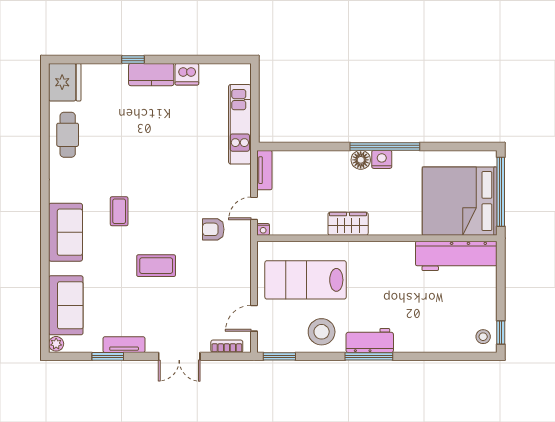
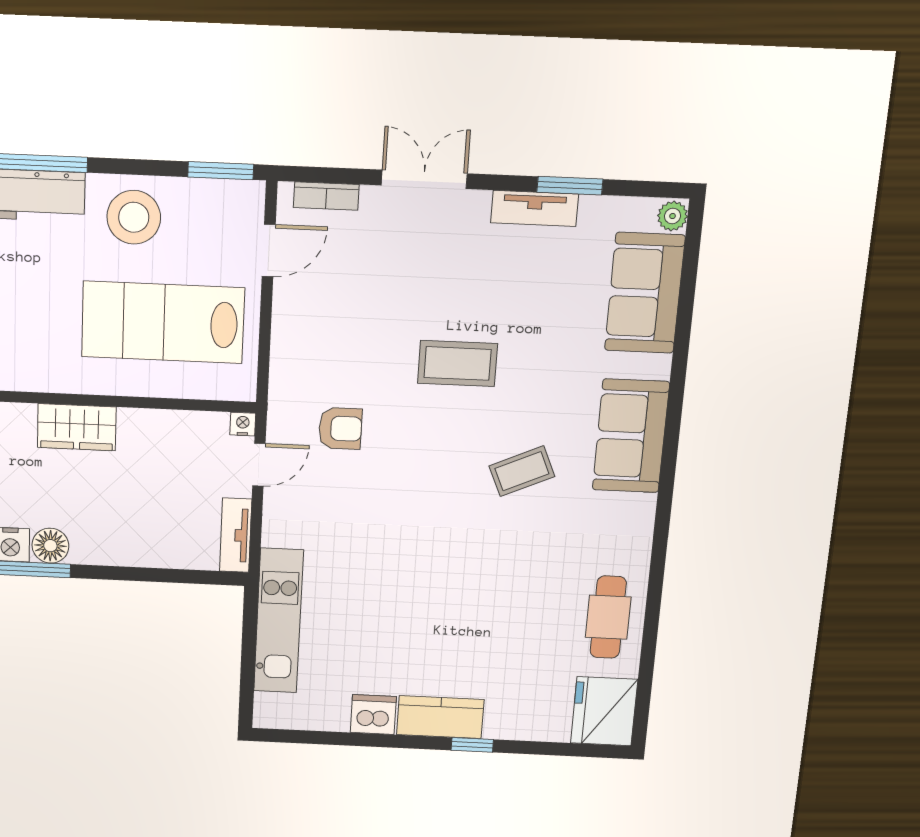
coffee table: (119, 211) -> (522, 471), turned 66
lab bench: (306, 280) -> (163, 322), turned 180

